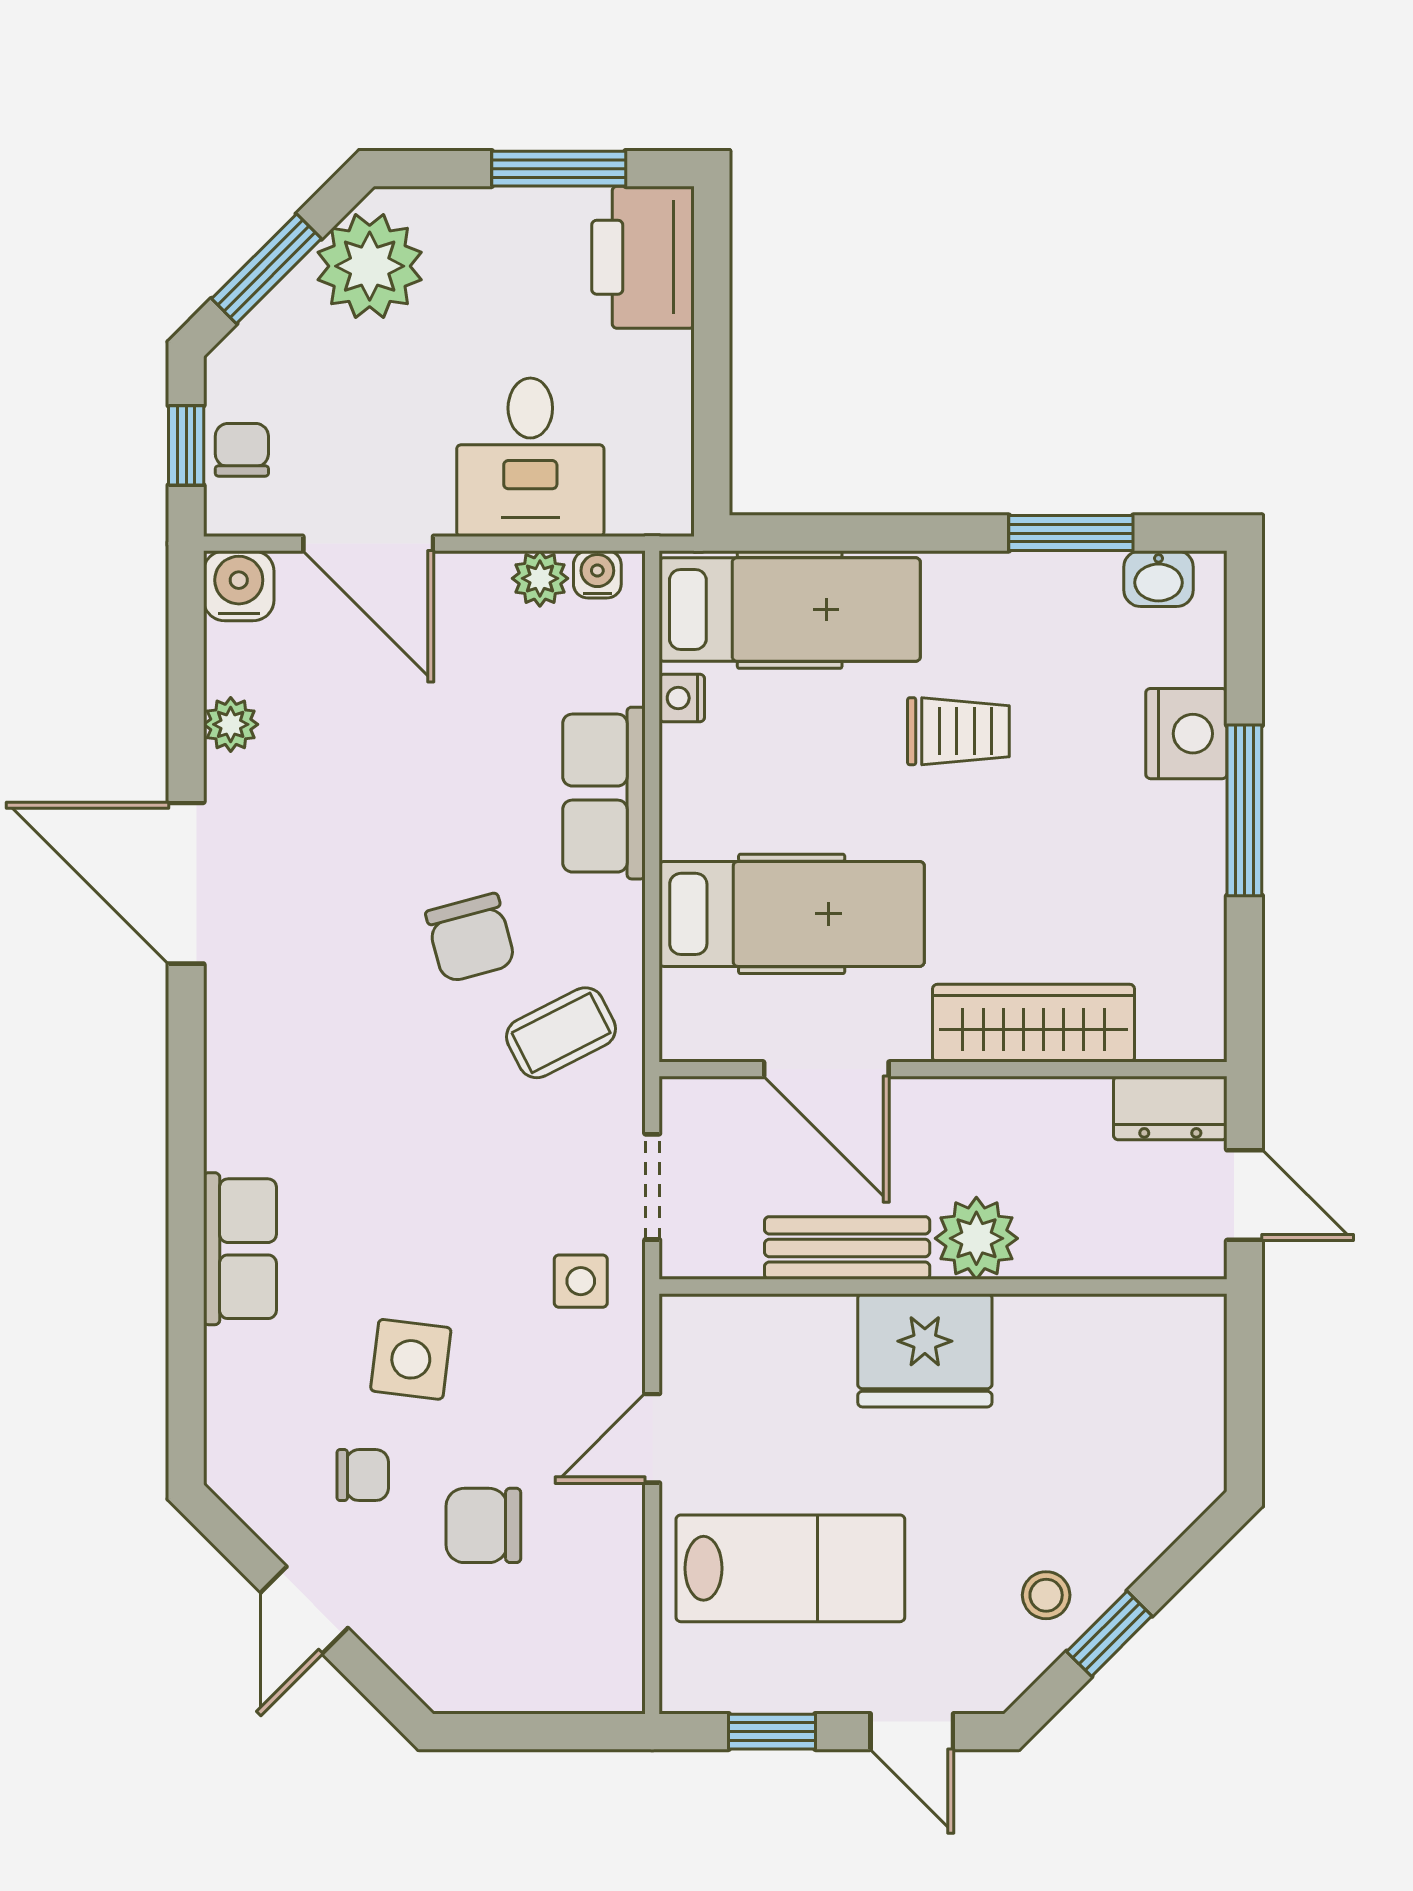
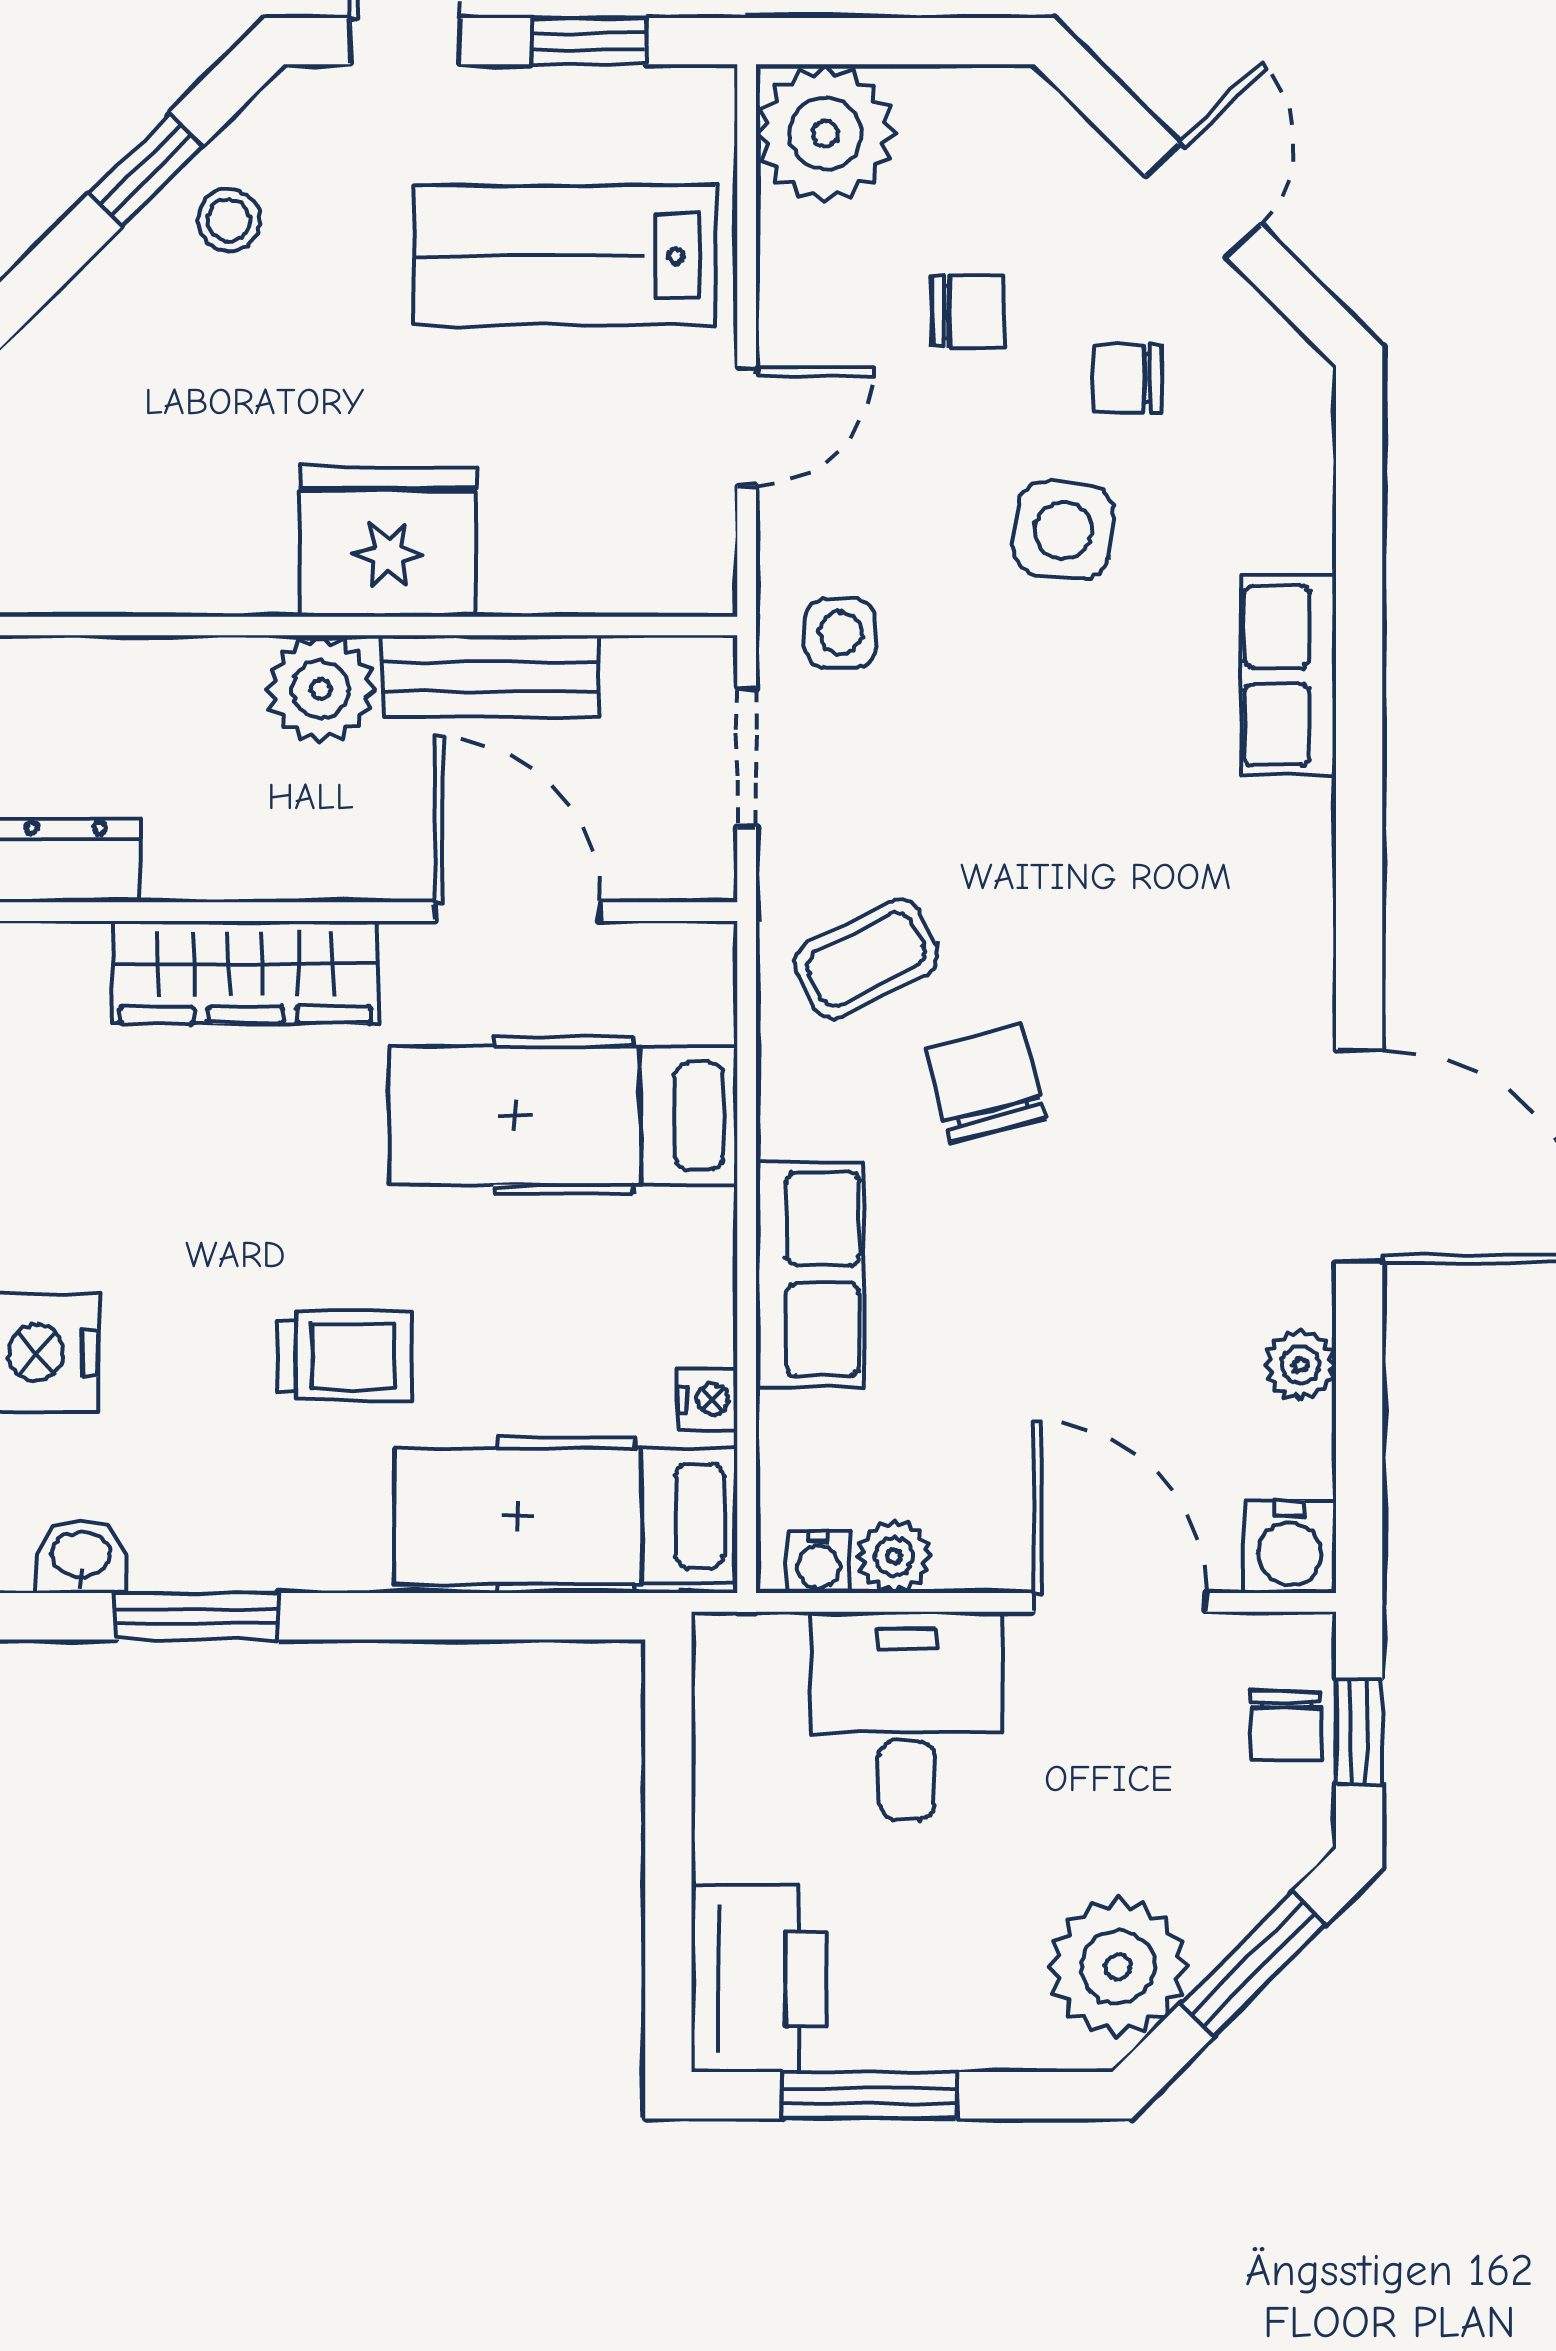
trolley: (958, 731) -> (344, 1356), turned 180
chair: (483, 1525) -> (968, 312), width x0.73, depth x0.73
plant: (592, 1661) -> (825, 134), added

